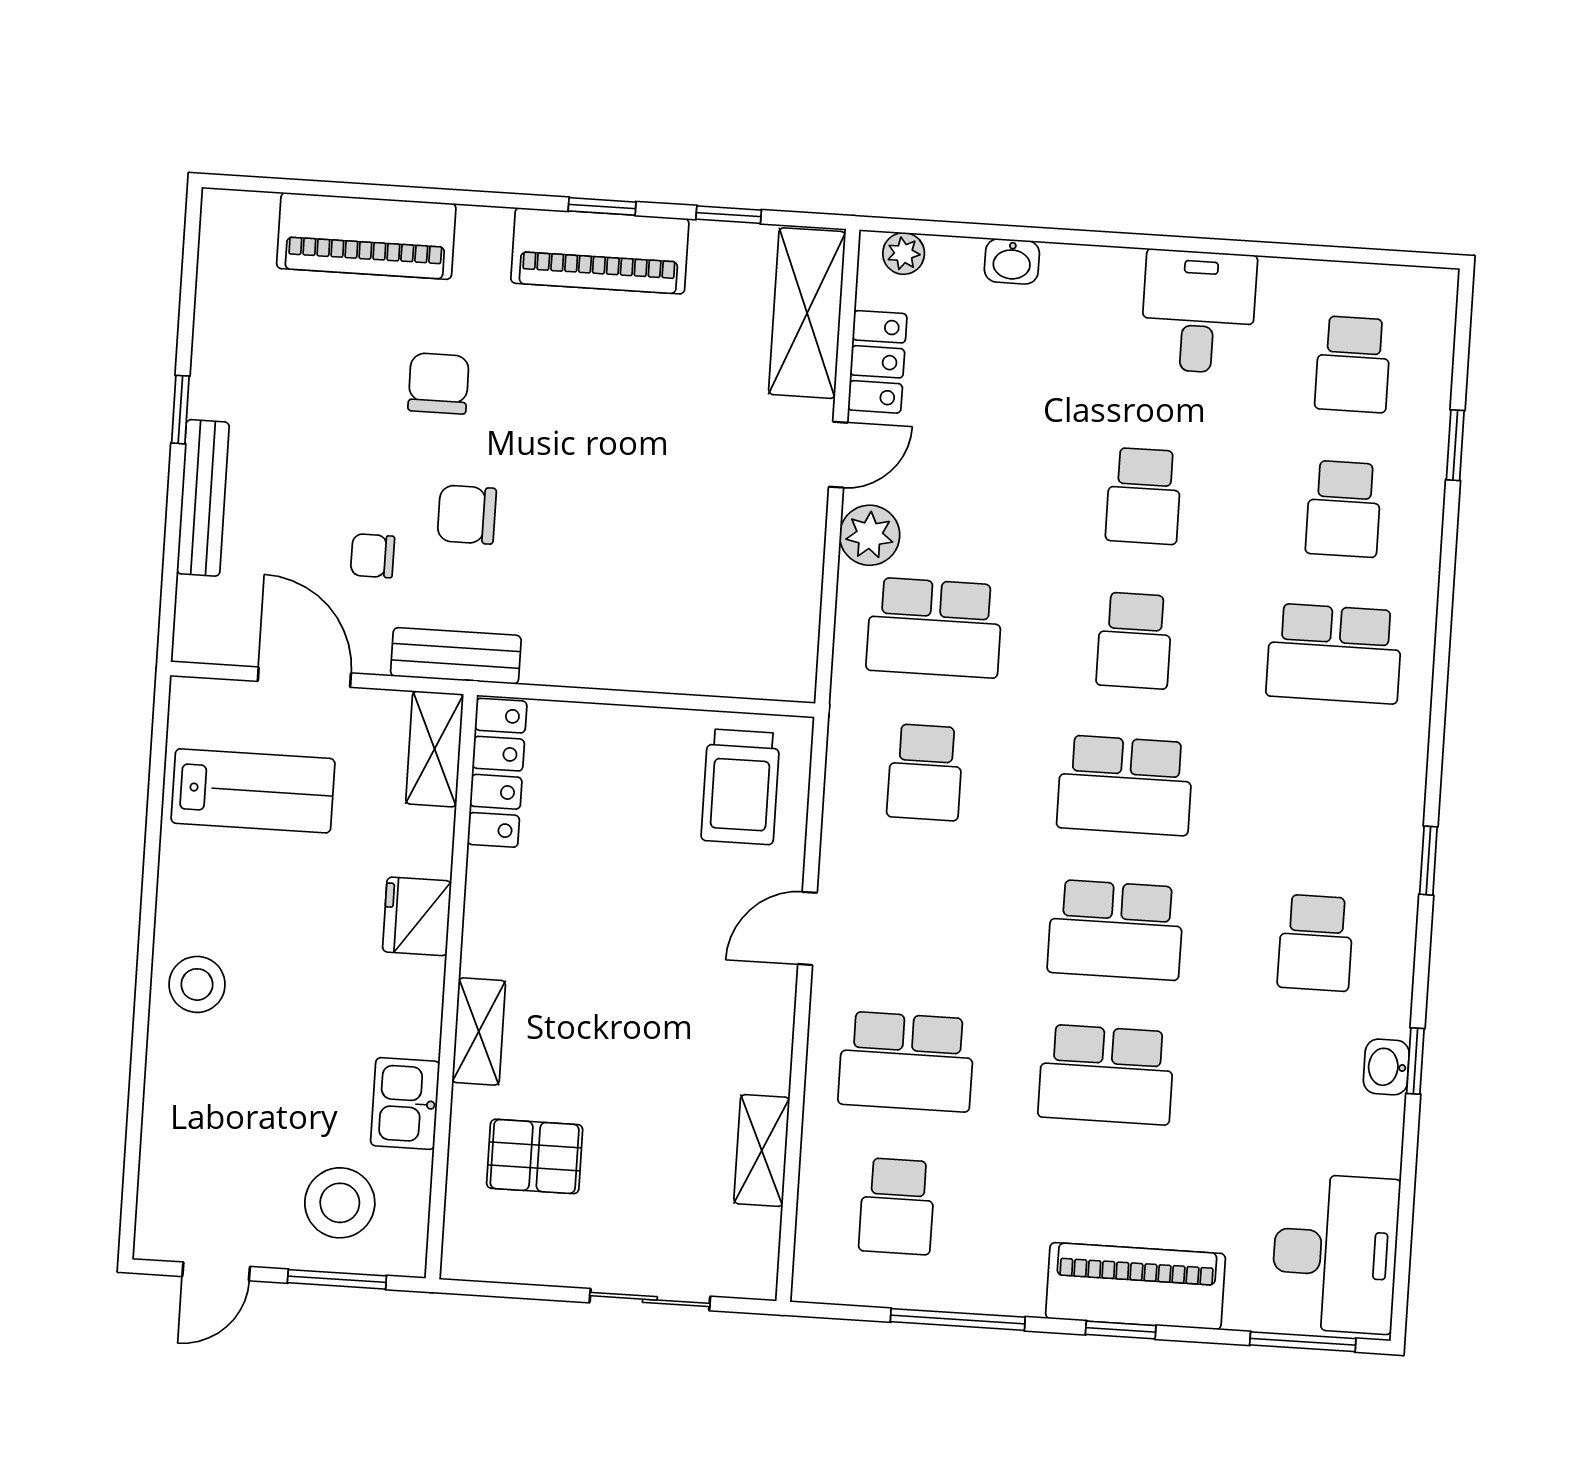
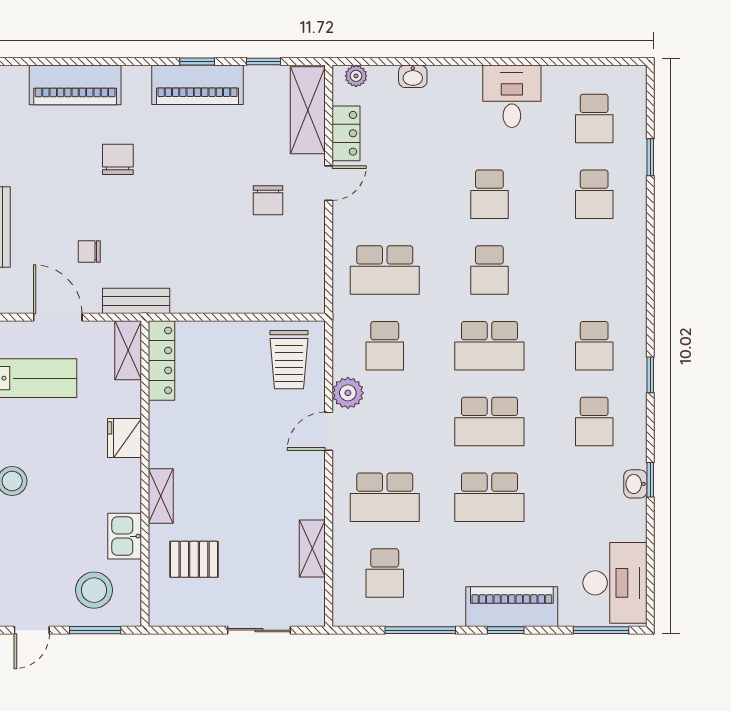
chair: (467, 515) -> (268, 200), moved, turned -90
plant: (870, 535) -> (348, 393), moved
school desk: (1334, 654) -> (594, 346), moved, width x0.54

